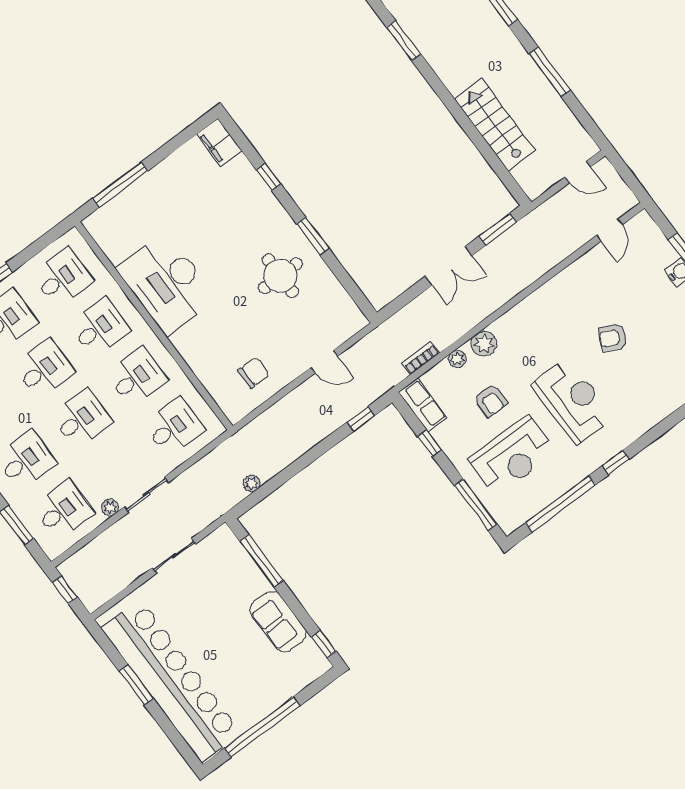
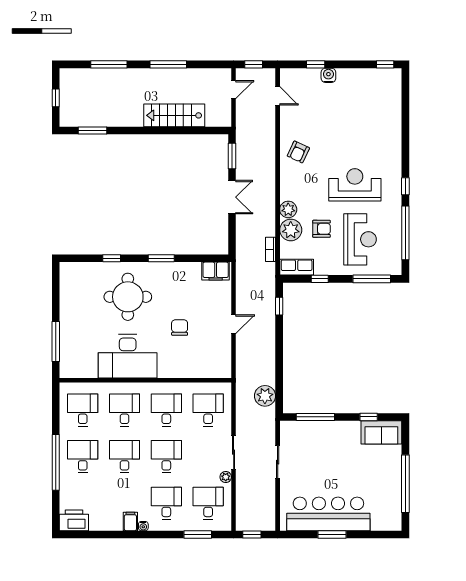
filing cabinet: (219, 143) -> (216, 271), moved
window: (626, 173) -> (254, 64), added
round table: (280, 276) -> (128, 297), moved, width x1.36, depth x1.36
armchair: (613, 338) -> (298, 152), moved
plant: (457, 359) -> (291, 230), width x1.87, depth x1.87
door: (324, 362) -> (234, 324), moved
chair: (254, 373) -> (180, 328), moved
plant: (252, 483) -> (265, 396), width x1.88, depth x1.88
sofa: (278, 622) -> (381, 432), moved
window: (324, 644) -> (369, 417), moved
bar counter: (171, 680) -> (328, 514), width x0.73

